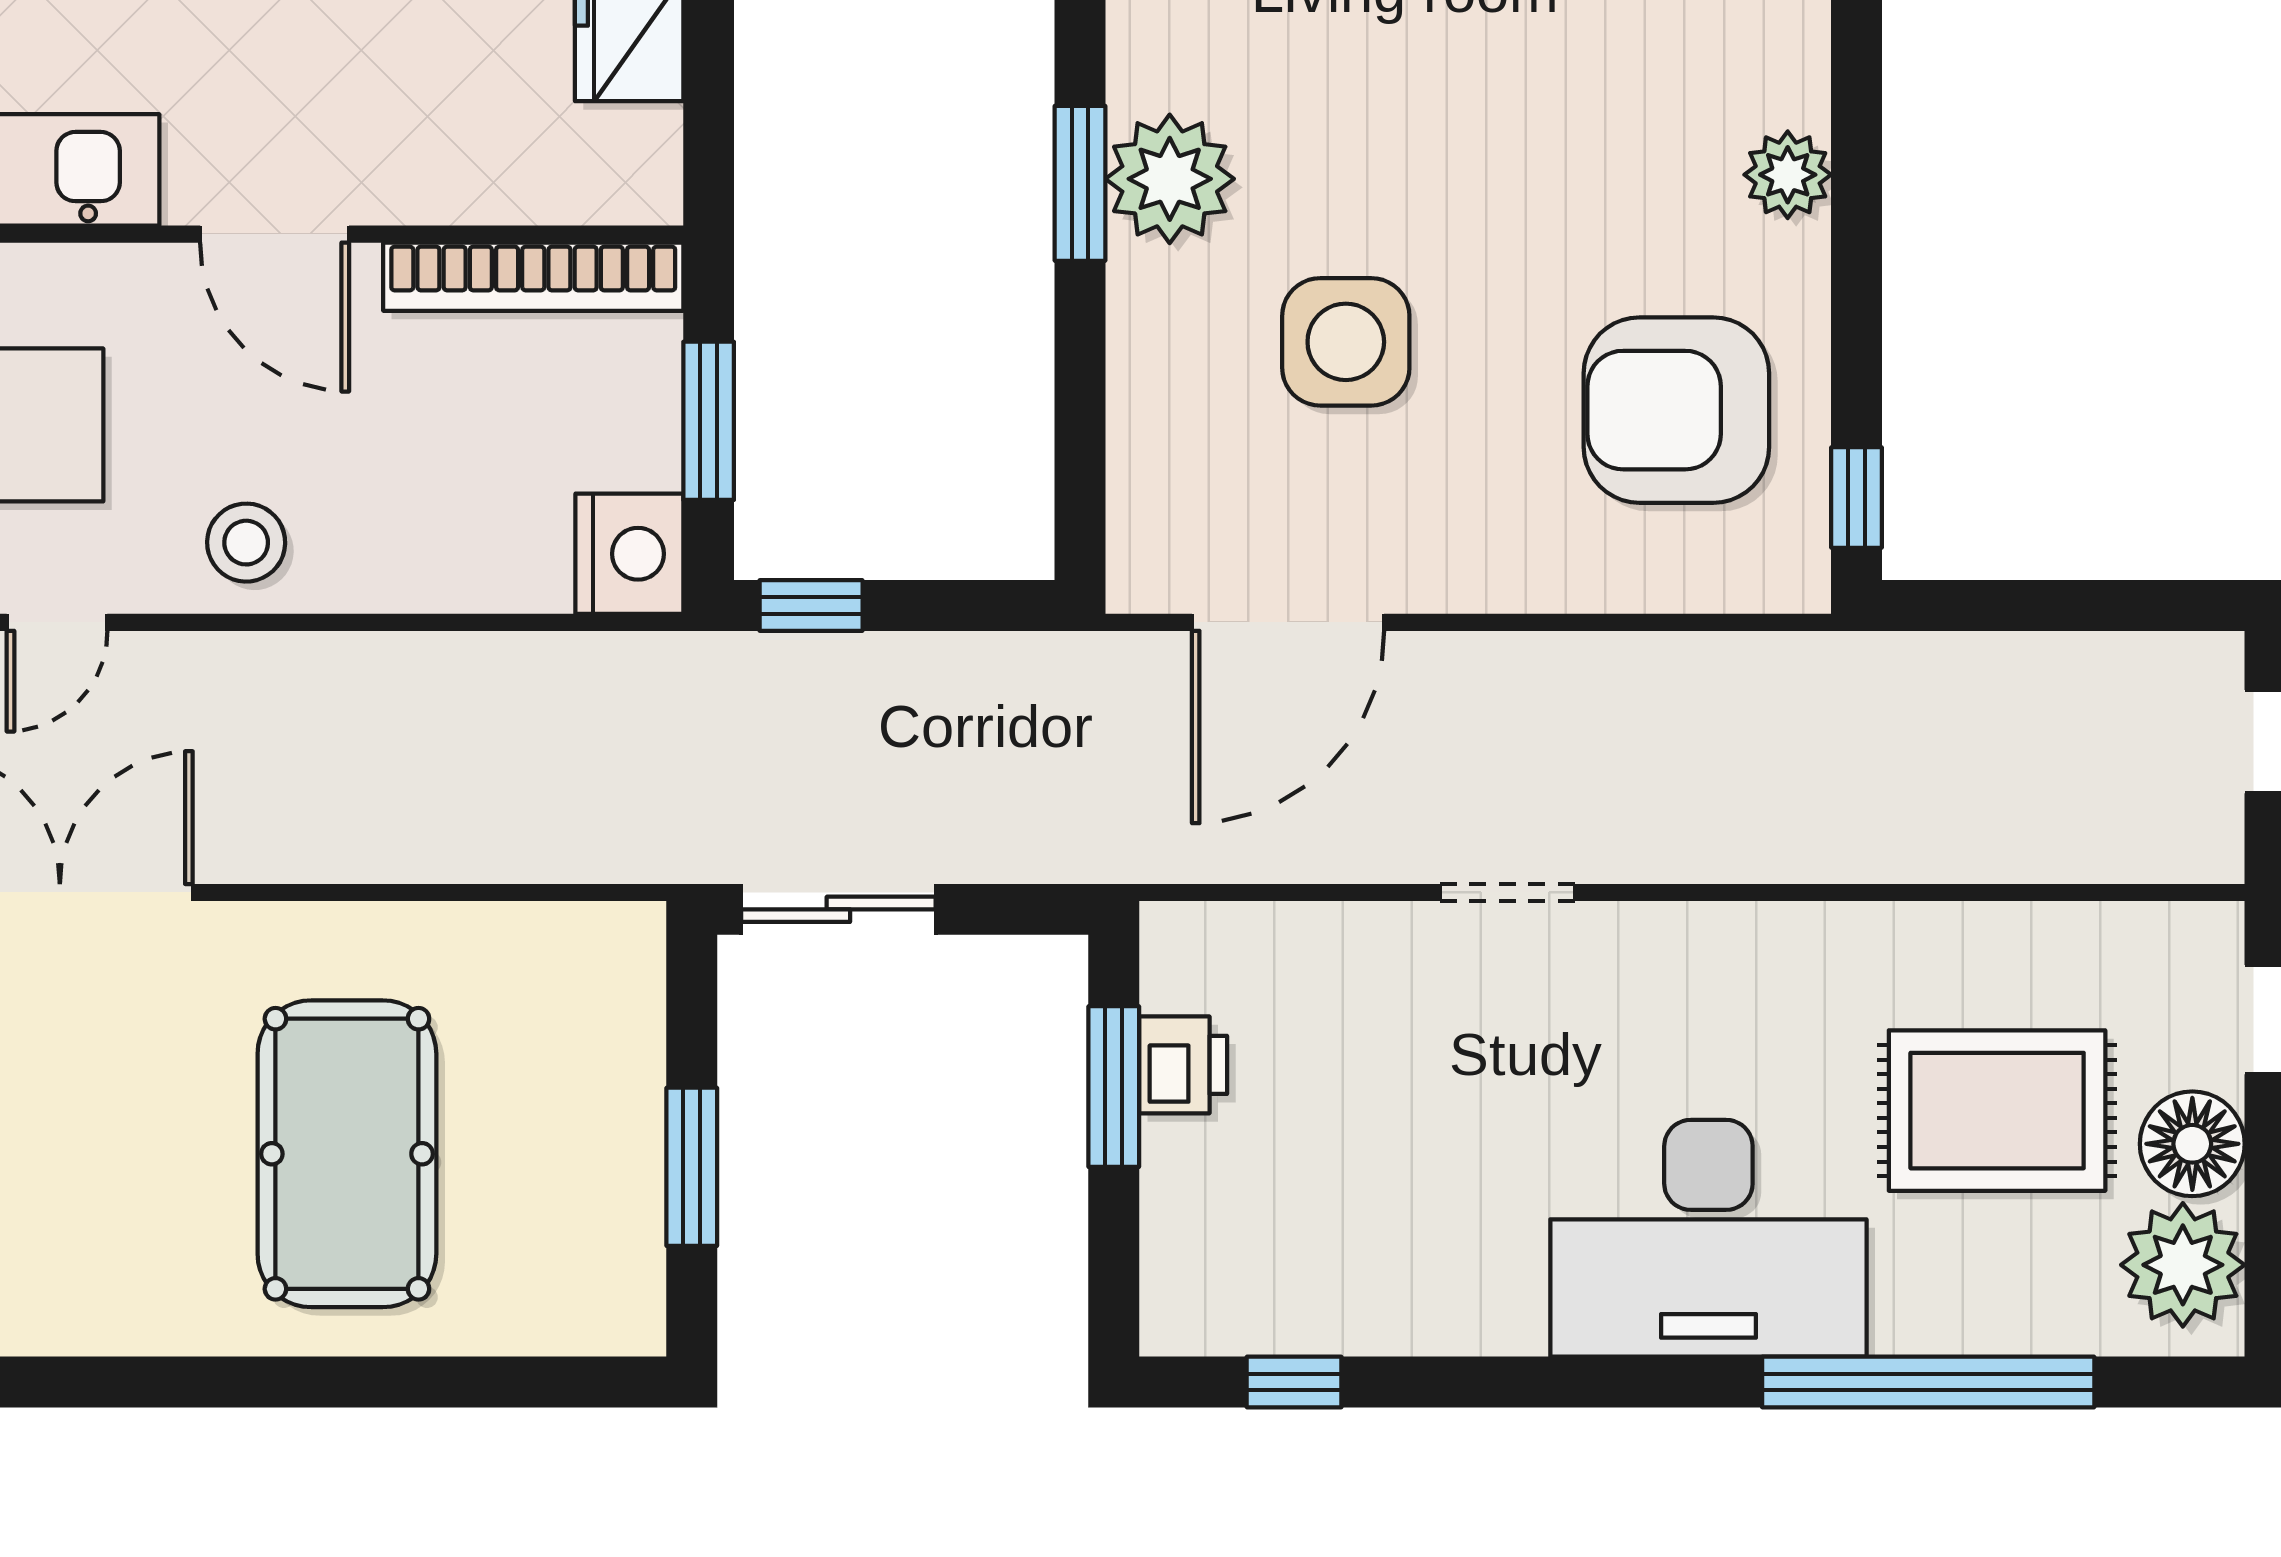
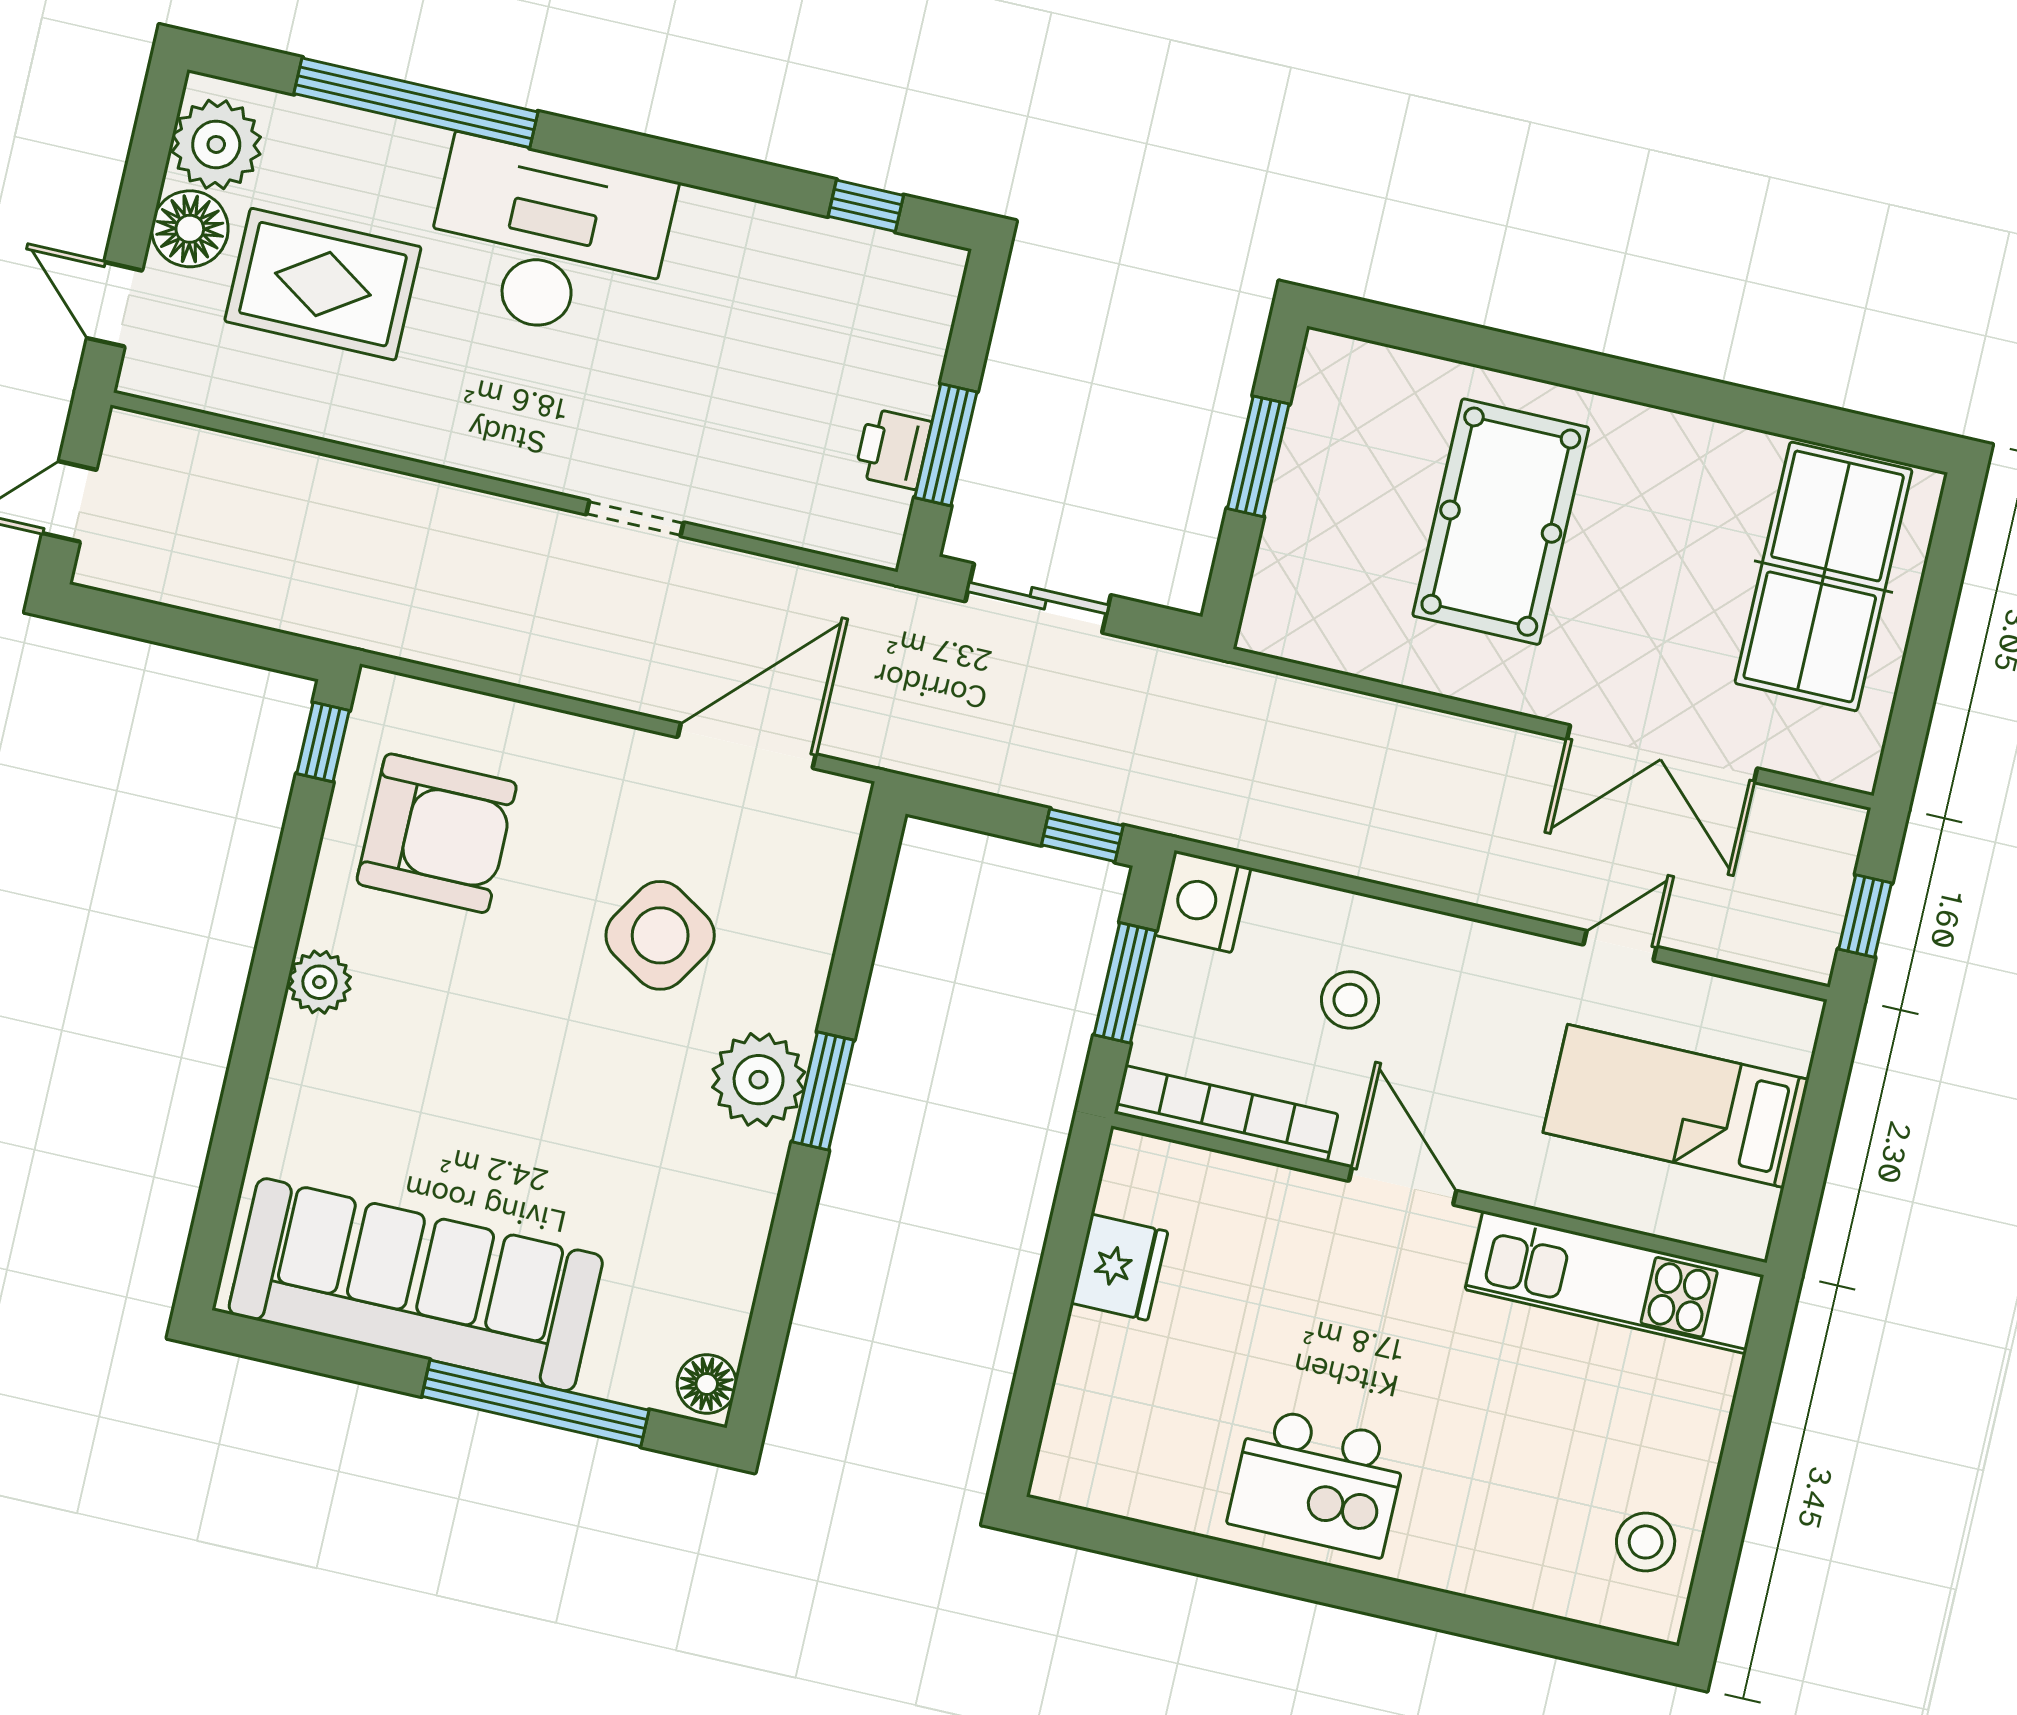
side table: (1346, 342) -> (660, 935), turned 32
stool: (246, 543) -> (1350, 1000), moved
sliding door: (838, 909) -> (1038, 598), moved

